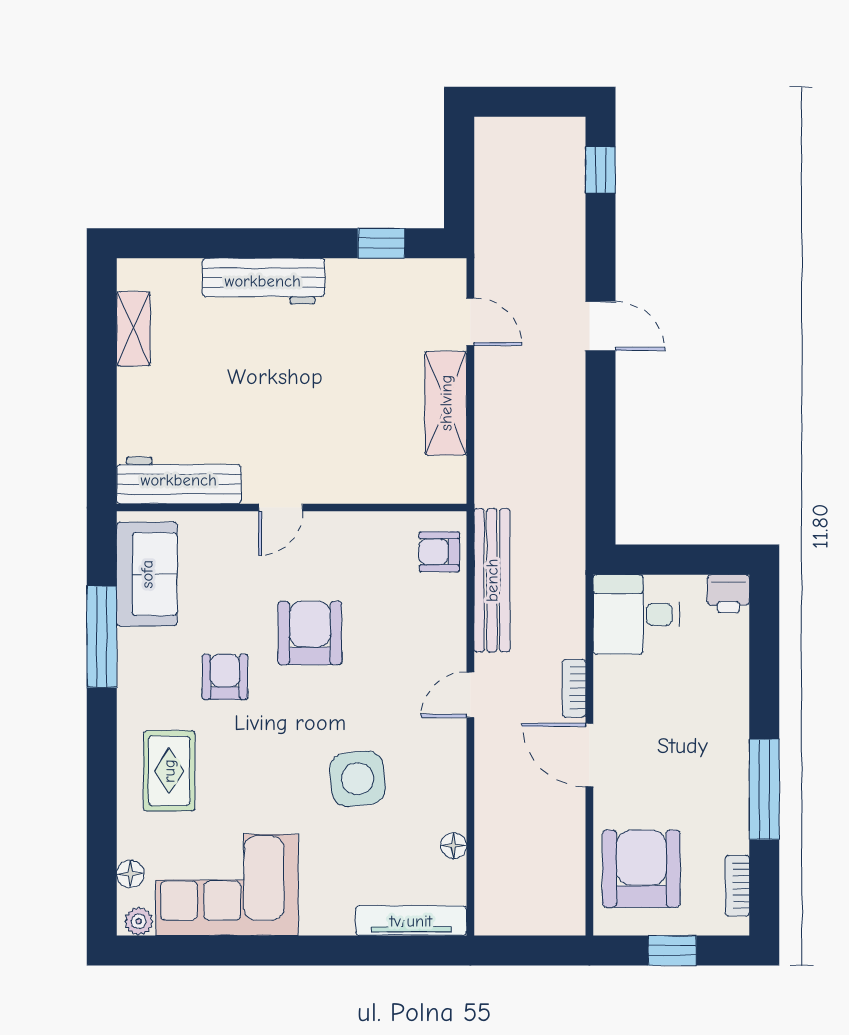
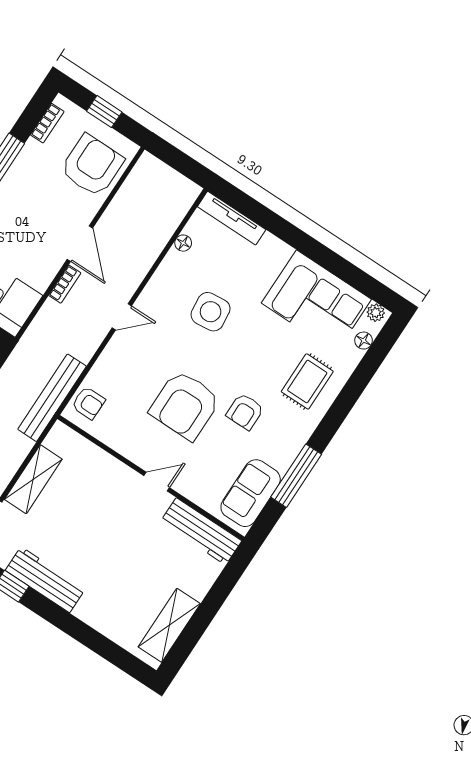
workbench: (263, 281) -> (45, 580), moved
shelving: (133, 329) -> (169, 625), width x1.50, depth x1.33
bench: (492, 580) -> (52, 398), moved
armchair: (310, 633) -> (185, 405), width x1.36, depth x1.36
armchair: (641, 869) -> (92, 165), turned 180

